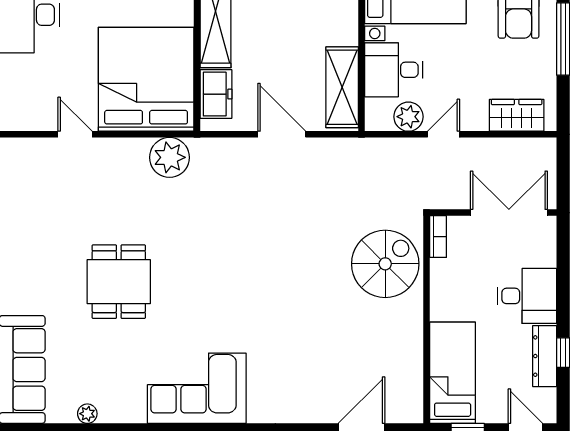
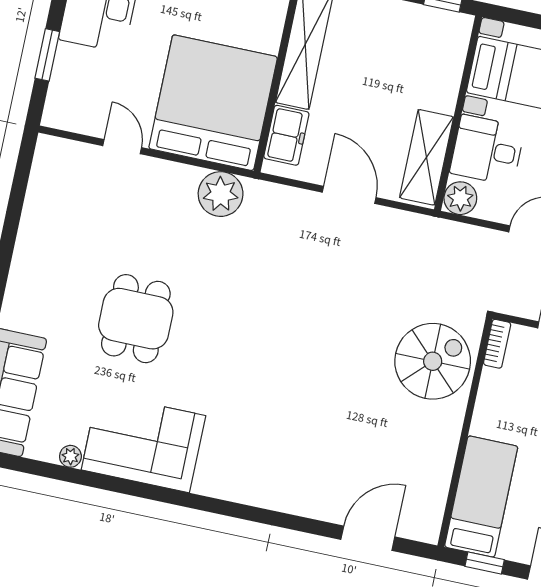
plant: (408, 117) -> (460, 198), moved
corner sofa: (197, 388) -> (143, 443), moved

